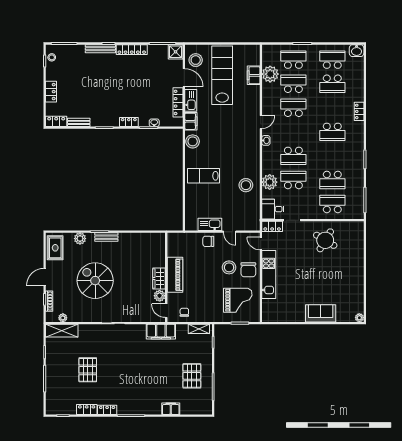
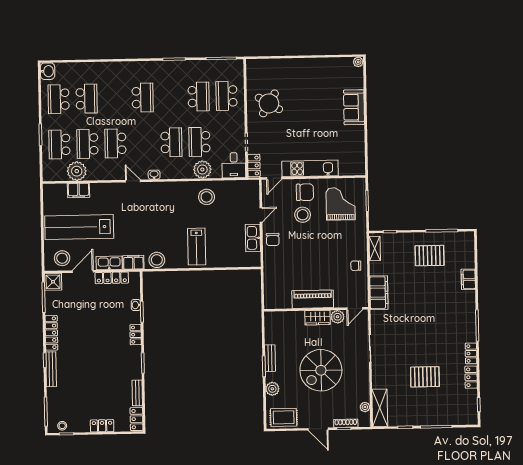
locker: (359, 111) -> (118, 67), removed
piano: (175, 275) -> (313, 299), moved
wall: (166, 277) -> (316, 309), moved
wardrobe: (159, 279) -> (317, 318), moved
plant: (160, 296) -> (338, 317), moved
door: (166, 311) -> (355, 309), moved

